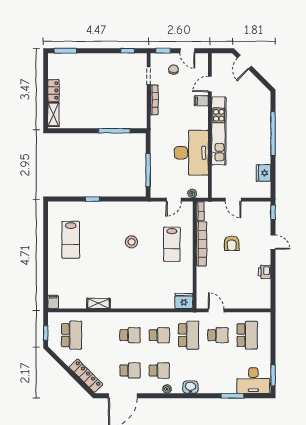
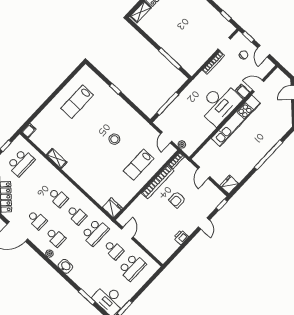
desk: (191, 153) -> (219, 103), moved
fridge: (263, 173) -> (229, 185), moved
door: (174, 200) -> (166, 137), hinge flipped

